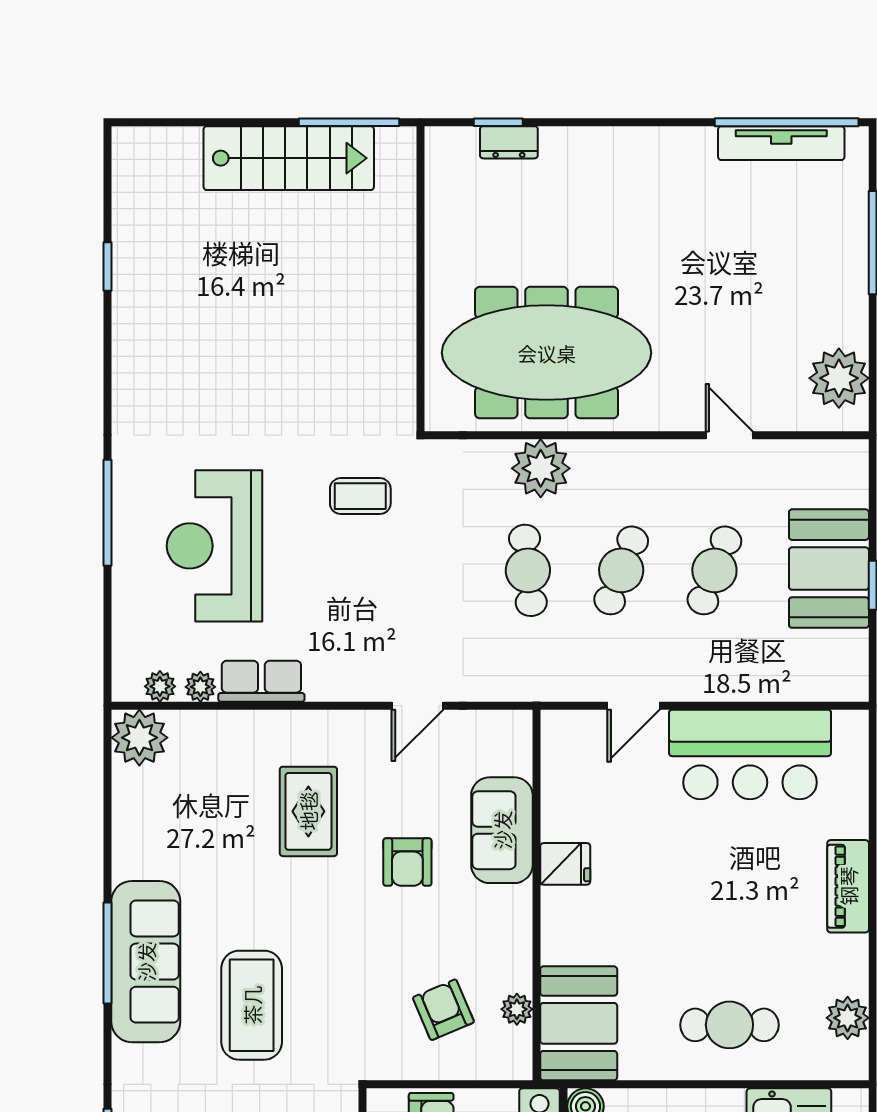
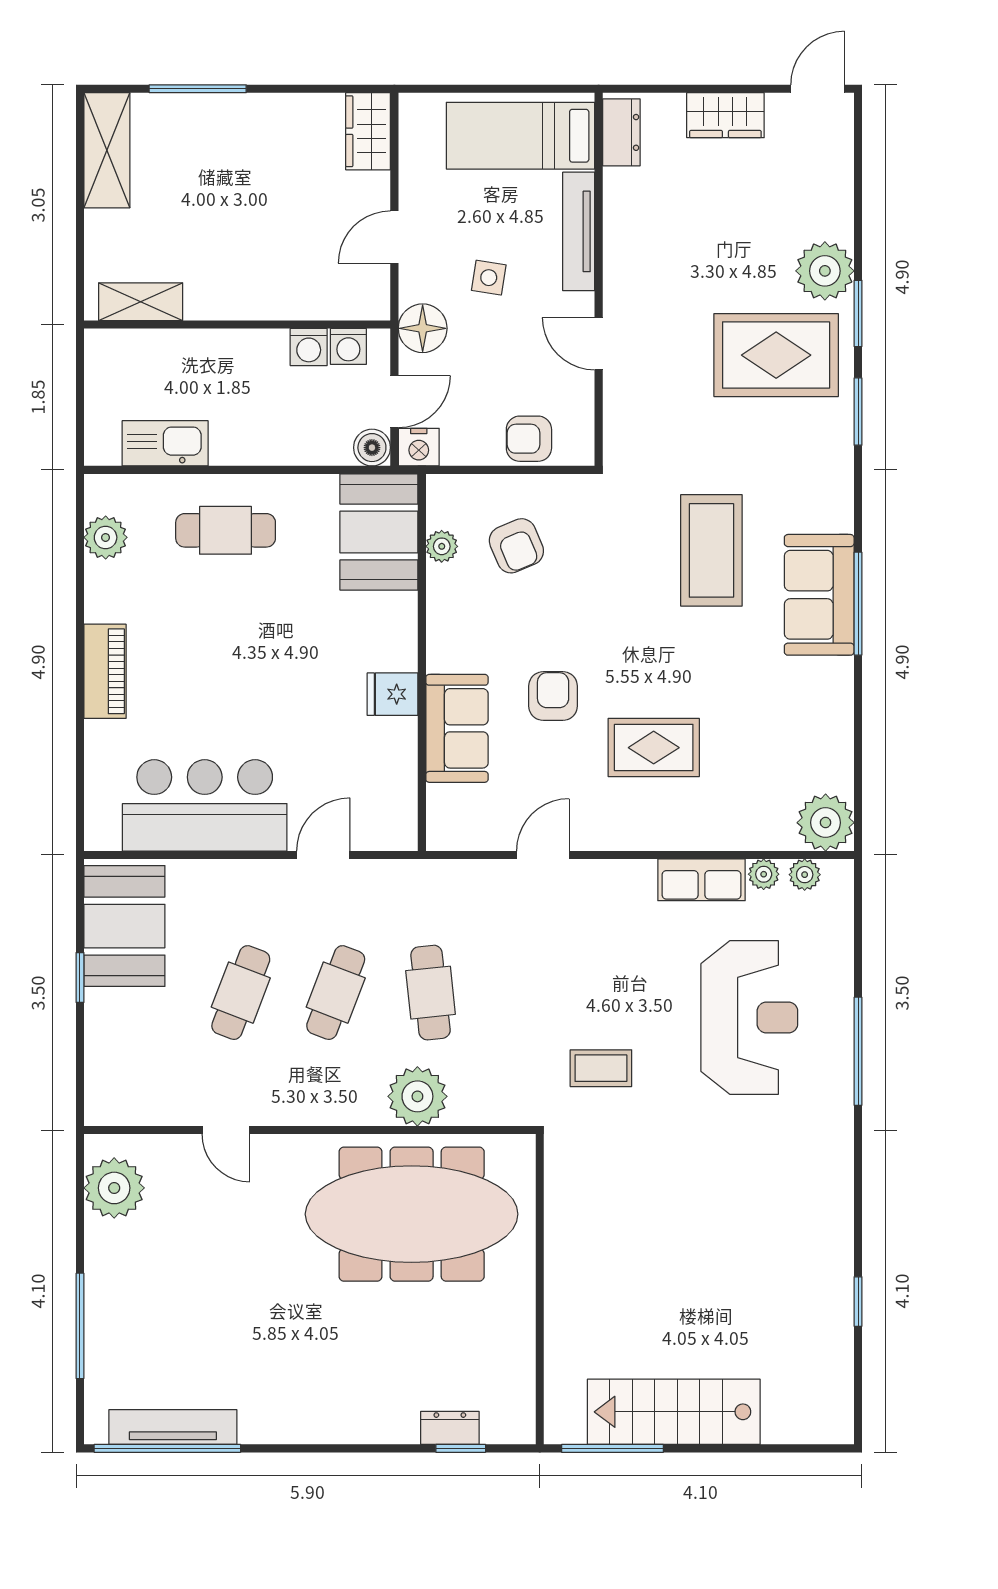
booth: (829, 569) -> (124, 926), moved
rug: (308, 811) -> (654, 748), turned 90
sofa: (146, 962) -> (819, 595), width x0.73

